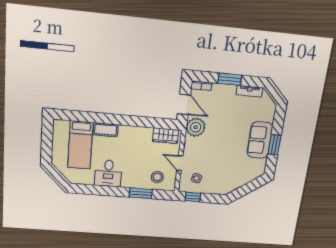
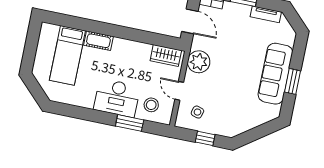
plant: (196, 127) -> (199, 62), moved
sofa: (260, 140) -> (275, 74), width x1.36
desk: (108, 173) -> (117, 98), moved, width x1.37
window: (193, 197) -> (205, 138), moved

